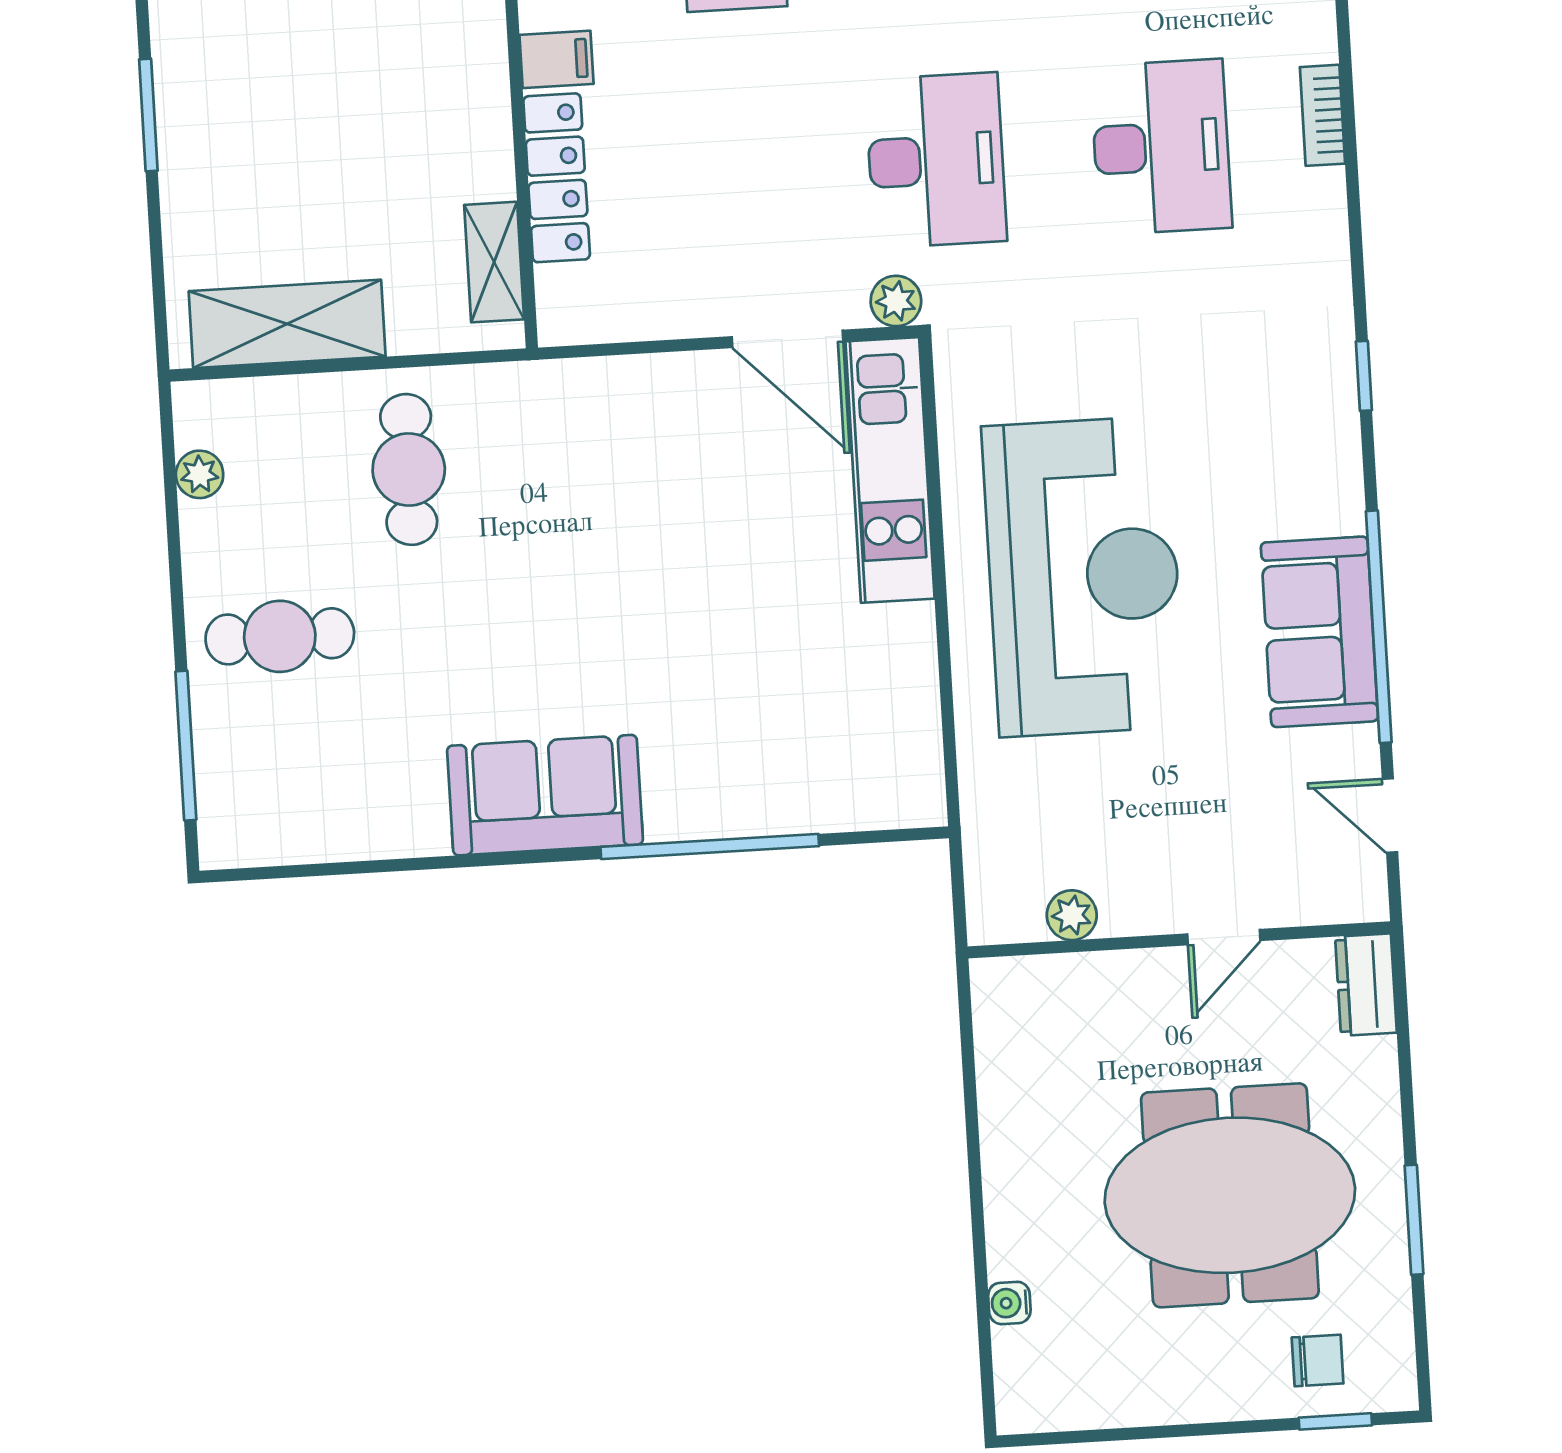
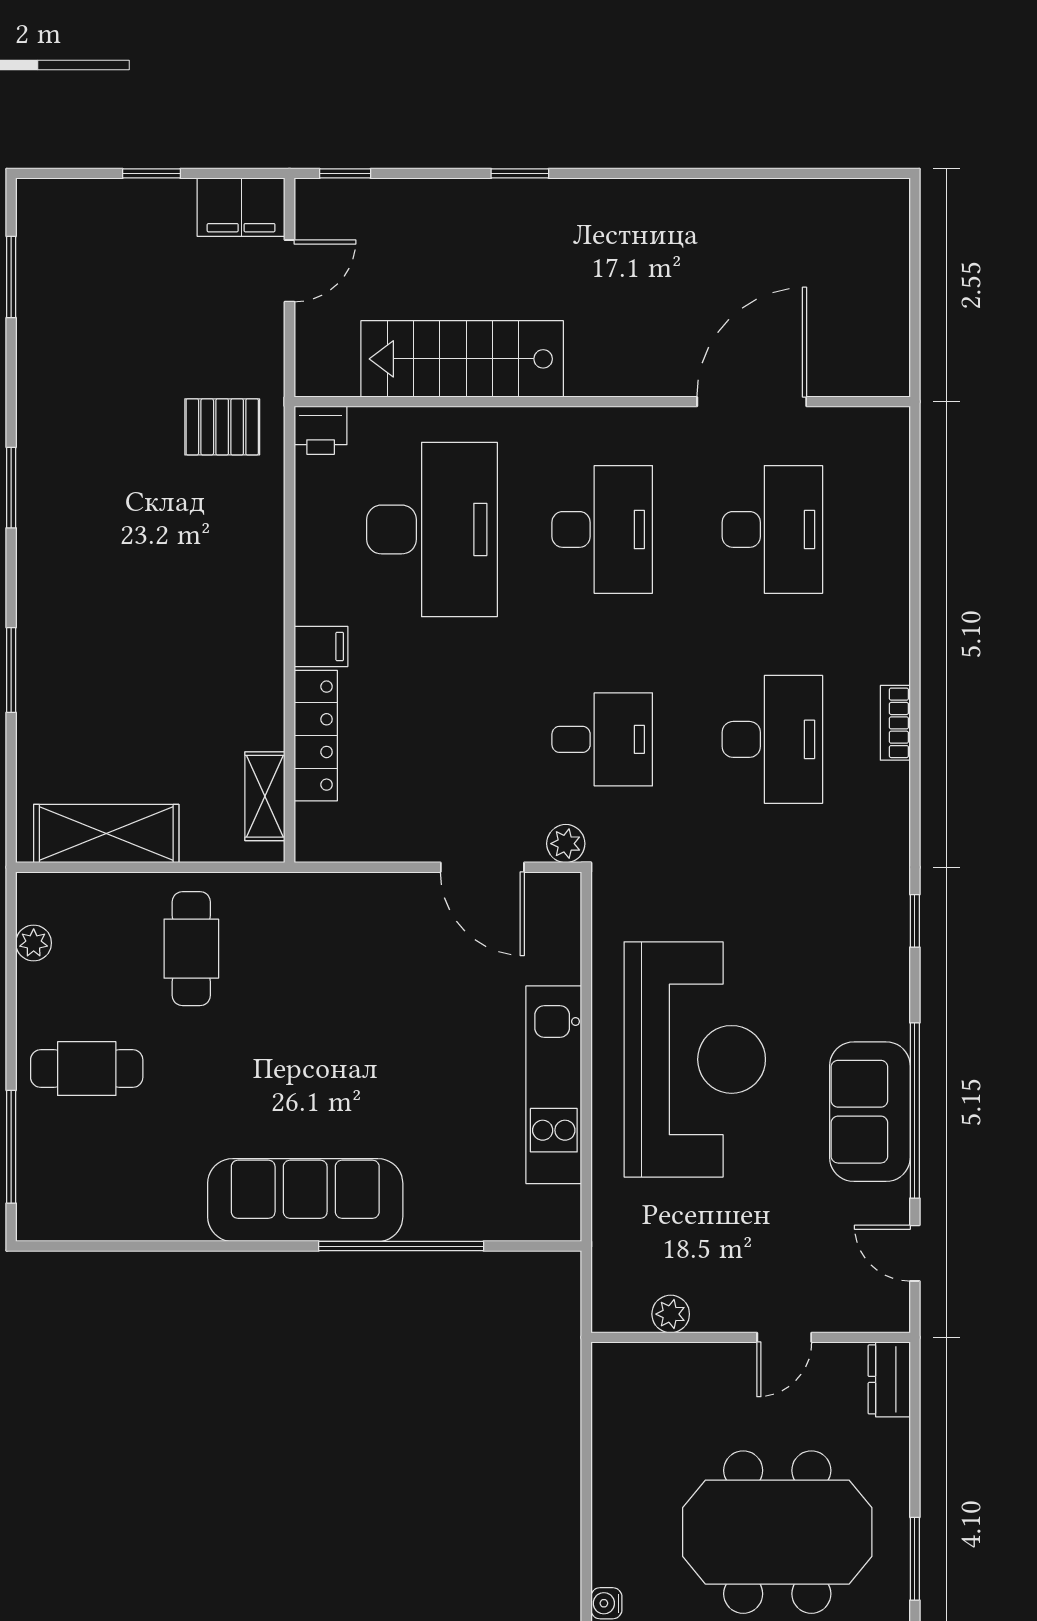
desk: (936, 160) -> (602, 739), width x0.73
kitchen unit: (890, 470) -> (554, 1085), moved
sofa: (545, 795) -> (305, 1200), width x1.36

